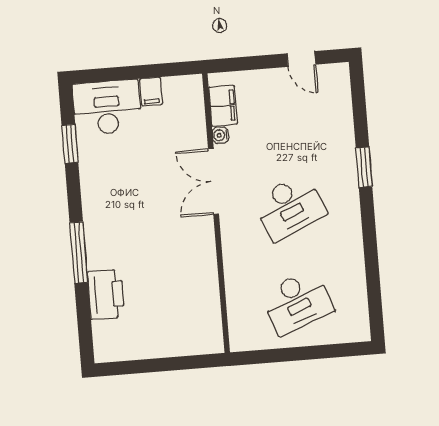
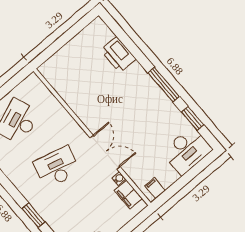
filing cabinet: (151, 92) -> (155, 188), moved
desk: (289, 207) -> (57, 167), turned 39
window: (79, 252) -> (164, 85), moved

